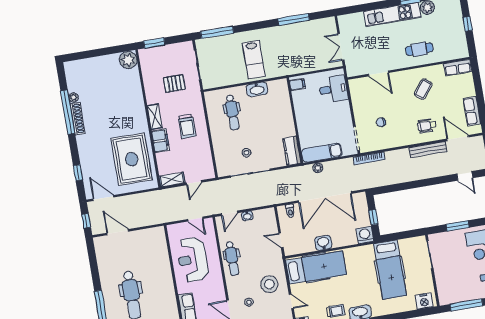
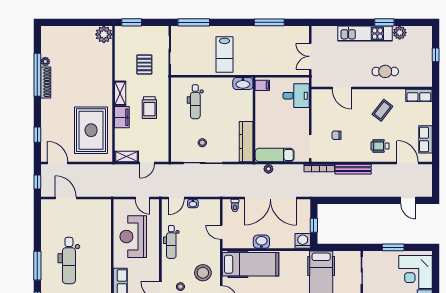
pallet: (174, 83) -> (144, 64), turned 90
washbasin: (257, 89) -> (243, 84), moved
bench: (428, 150) -> (353, 169), moved
kitchen counter: (292, 151) -> (246, 142), width x1.50

